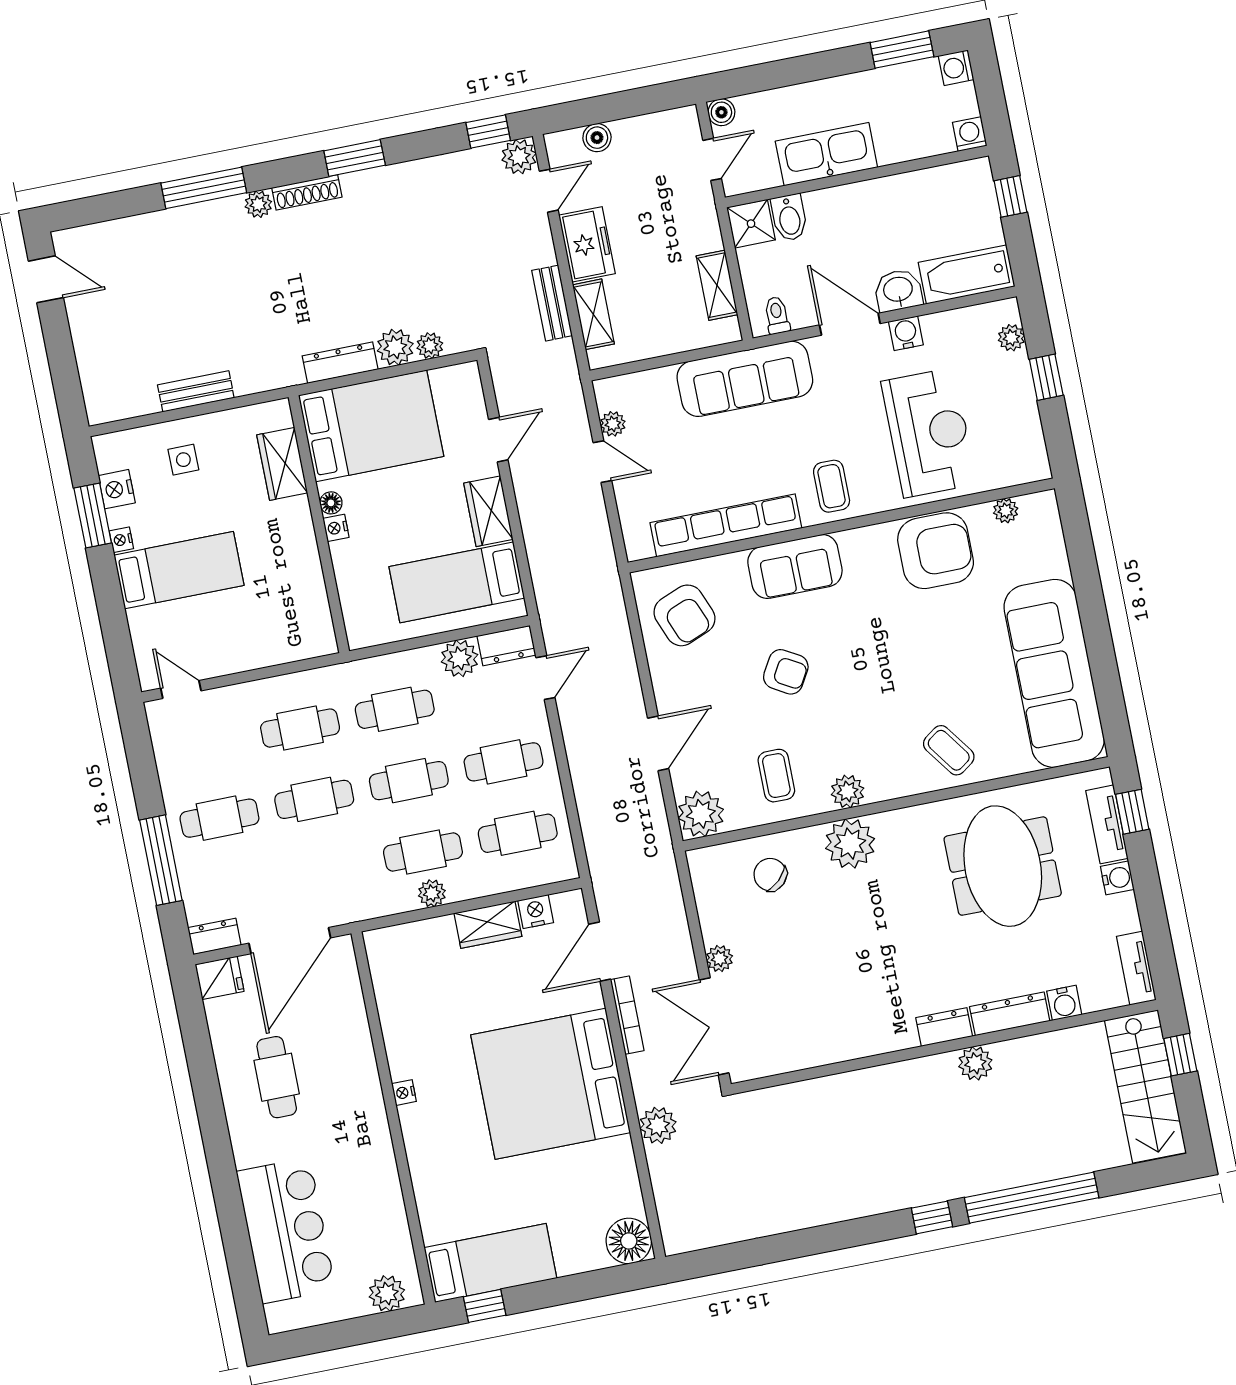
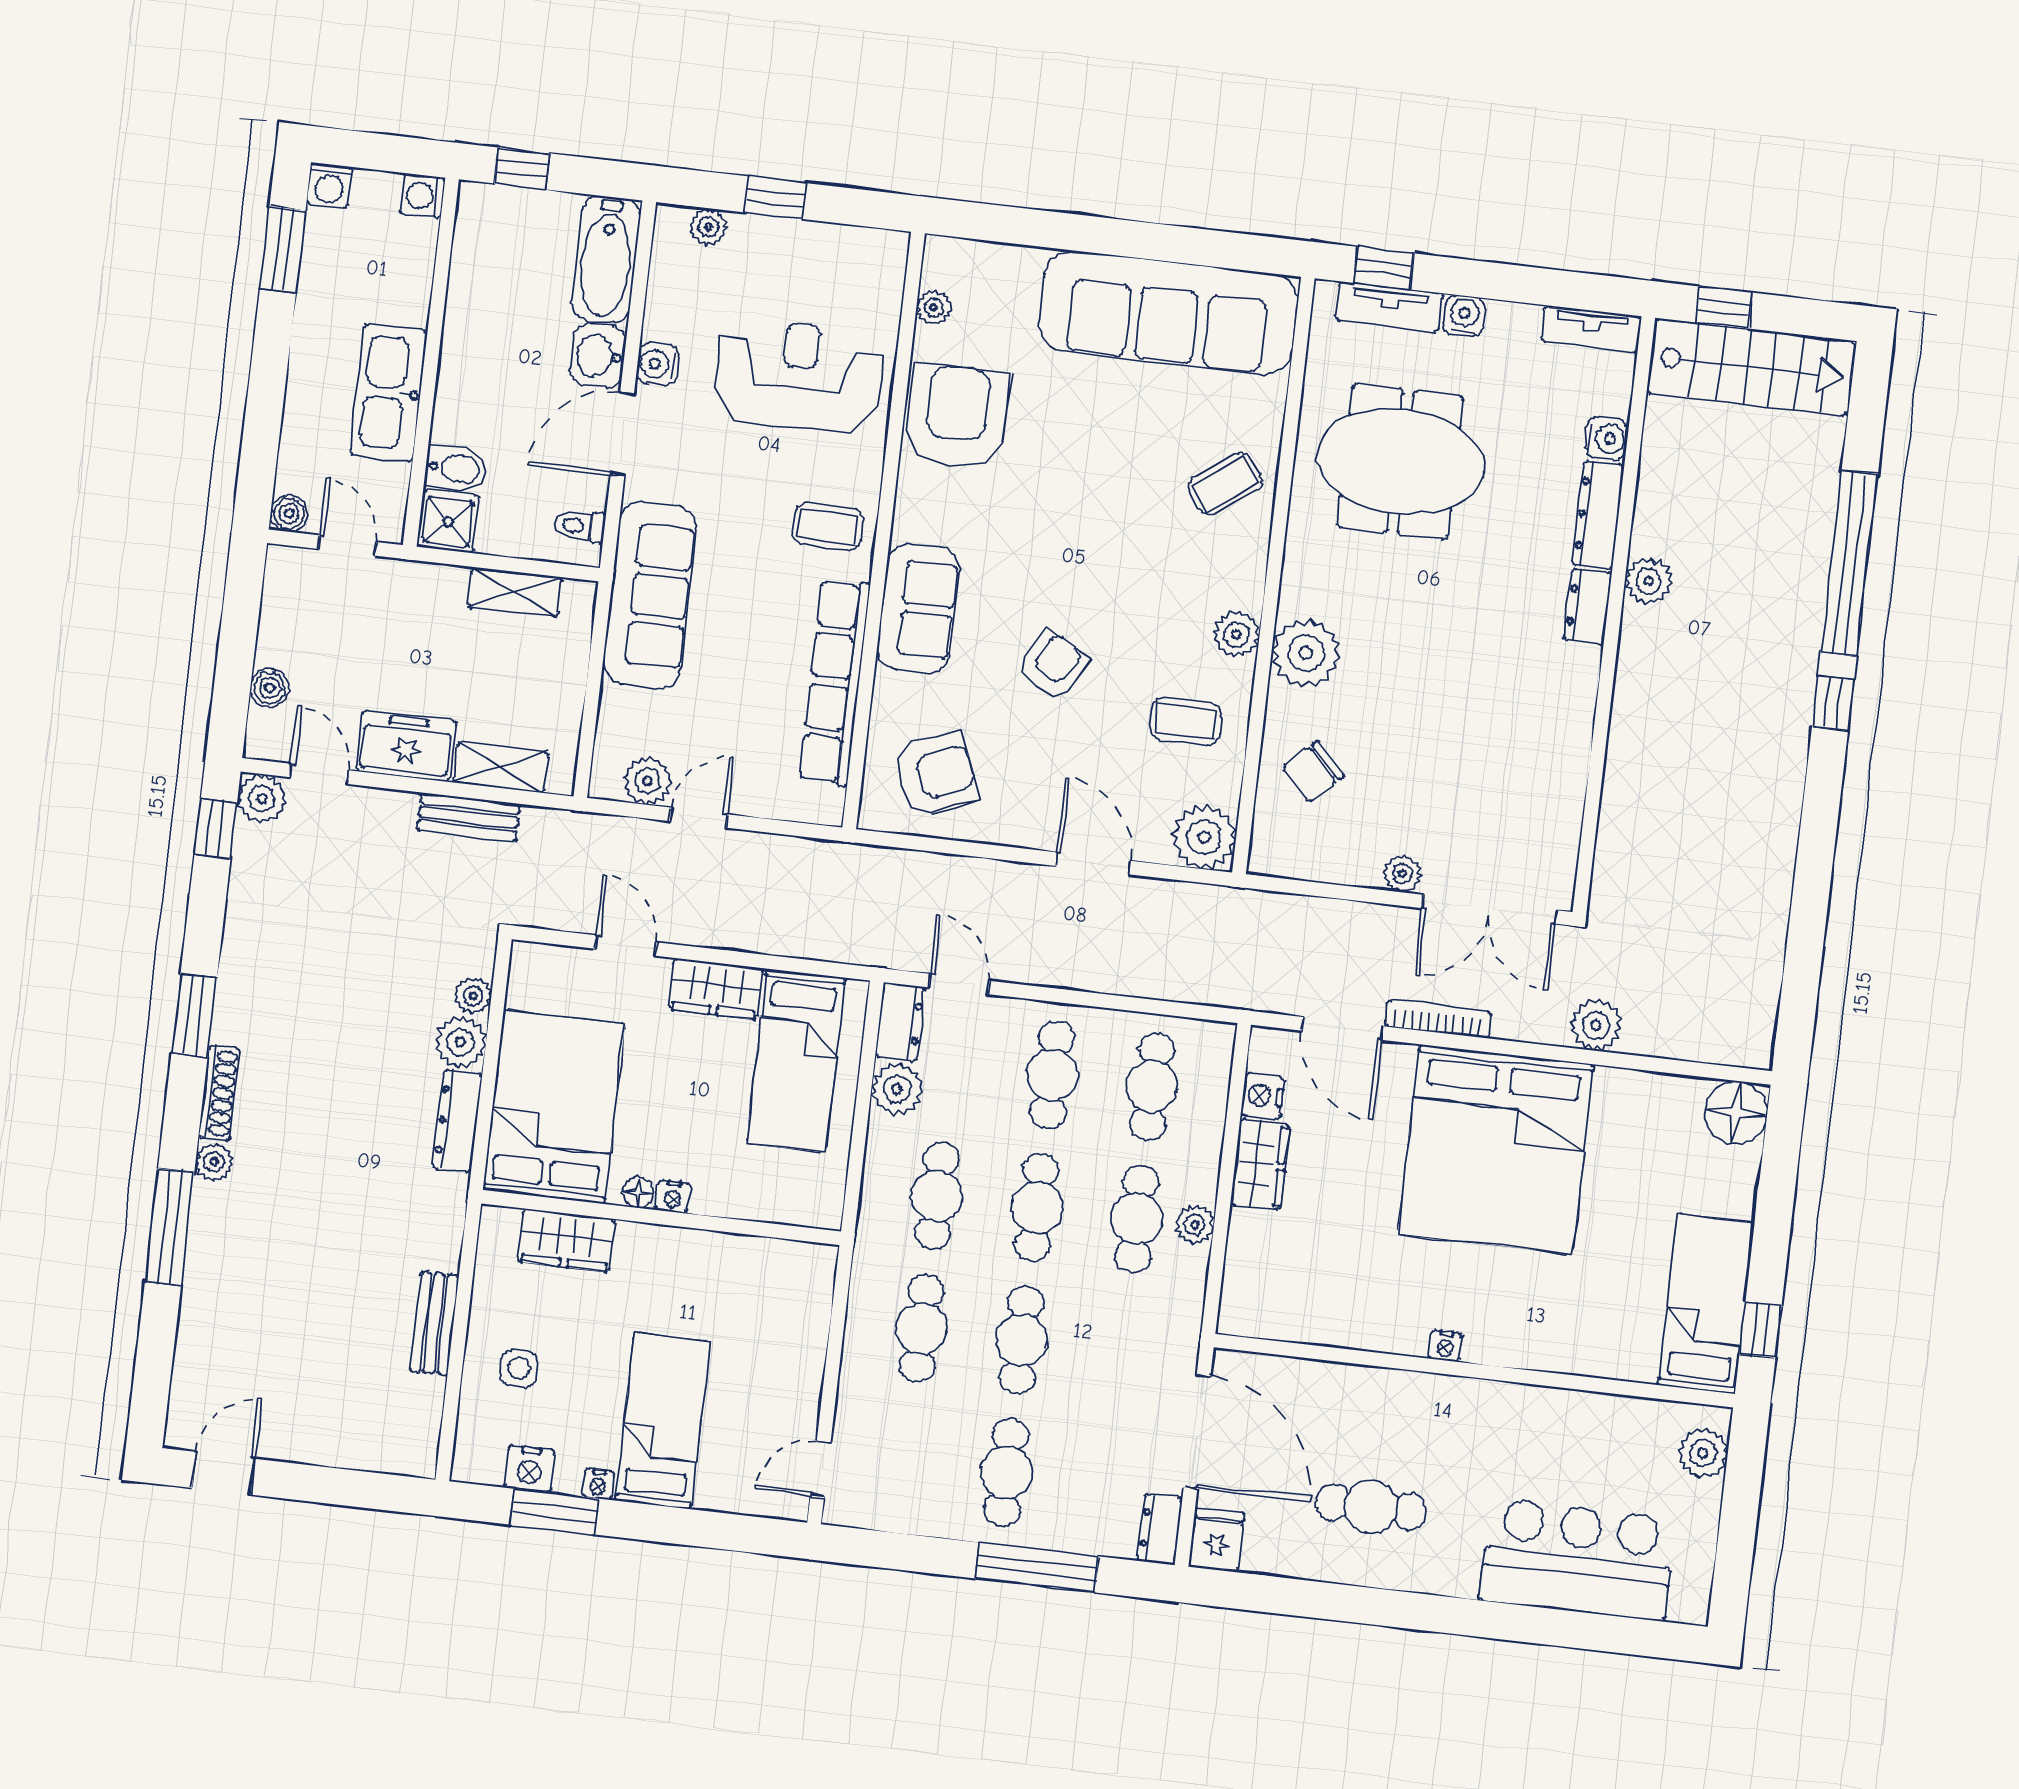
plant: (613, 424) -> (648, 781), width x1.38, depth x1.38

